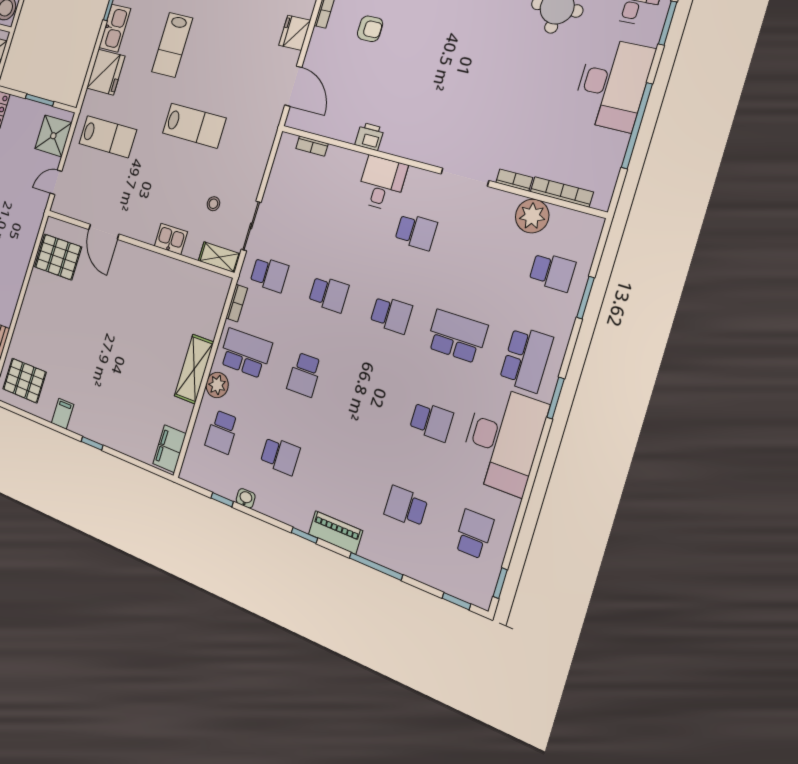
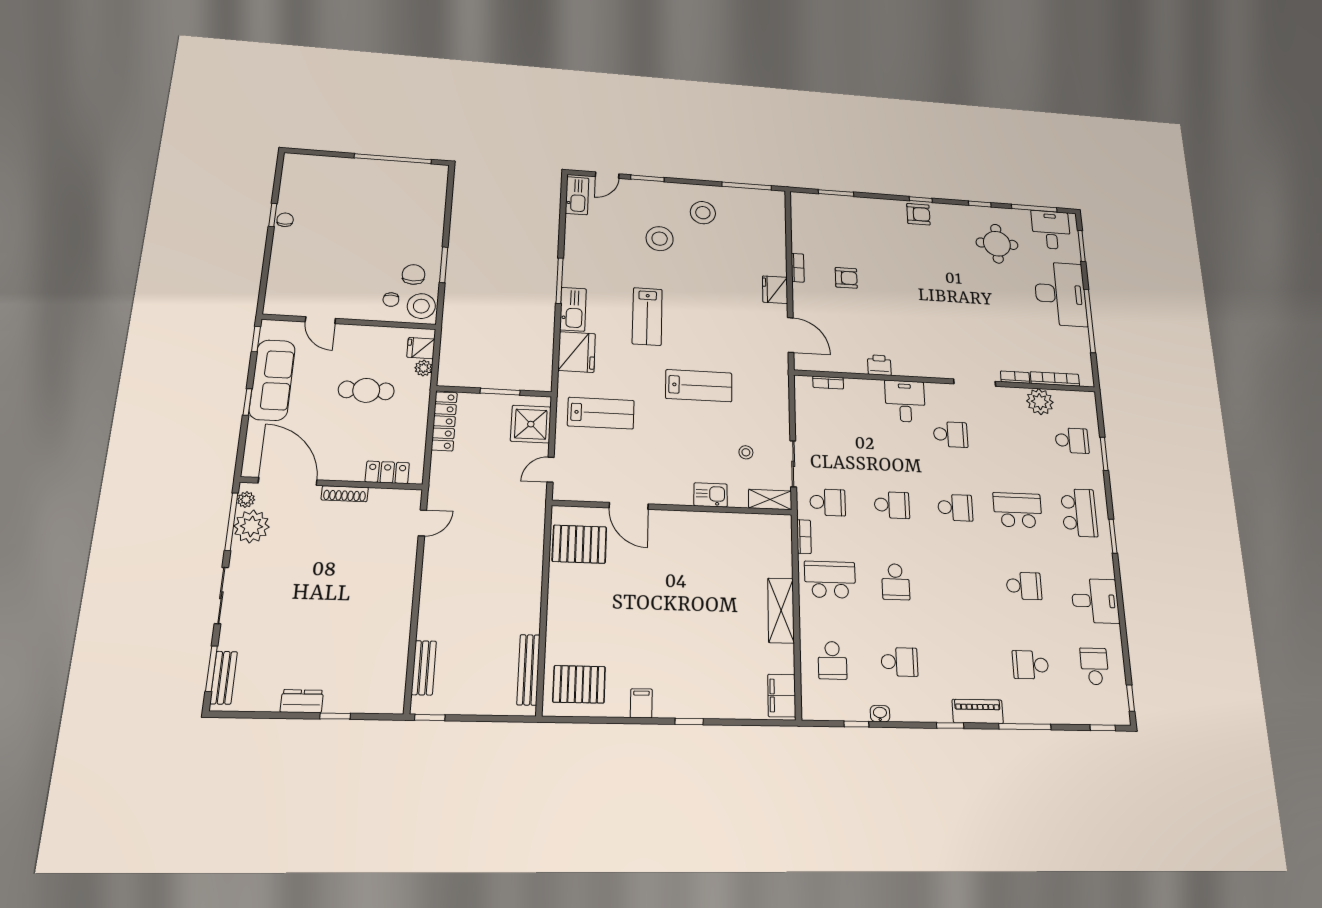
plant: (217, 385) -> (811, 618), removed
desk: (503, 440) -> (1095, 601), width x0.53, depth x0.77

